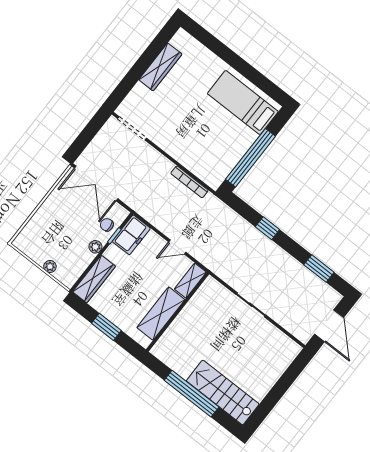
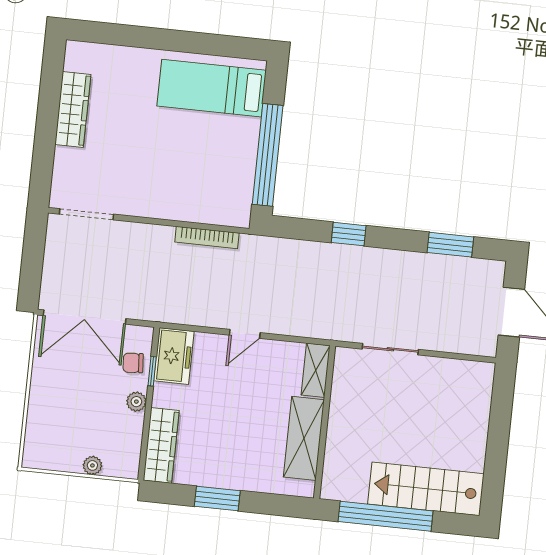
shelving: (190, 281) -> (316, 370), moved
wall: (178, 312) -> (325, 422), moved
shelving: (161, 314) -> (304, 438), moved

